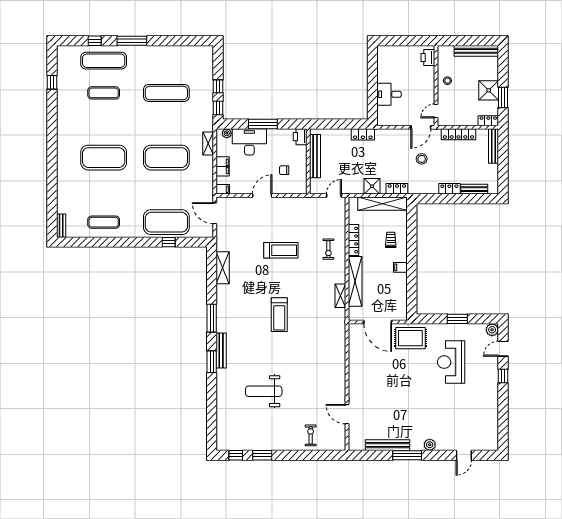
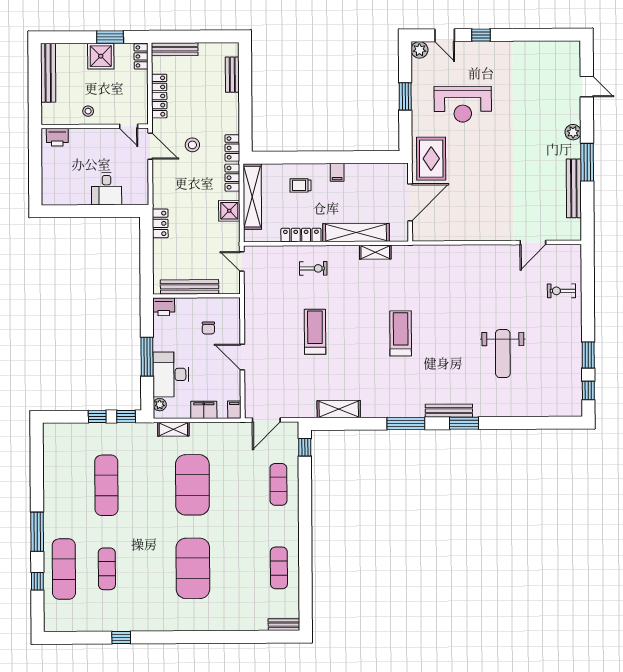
window: (52, 82) -> (121, 637), moved
locker: (449, 189) -> (232, 148), moved
exercise mat: (166, 222) -> (278, 484), width x0.50, depth x0.69
window: (169, 242) -> (305, 447), moved
treadmill: (279, 315) -> (401, 333), turned -90

